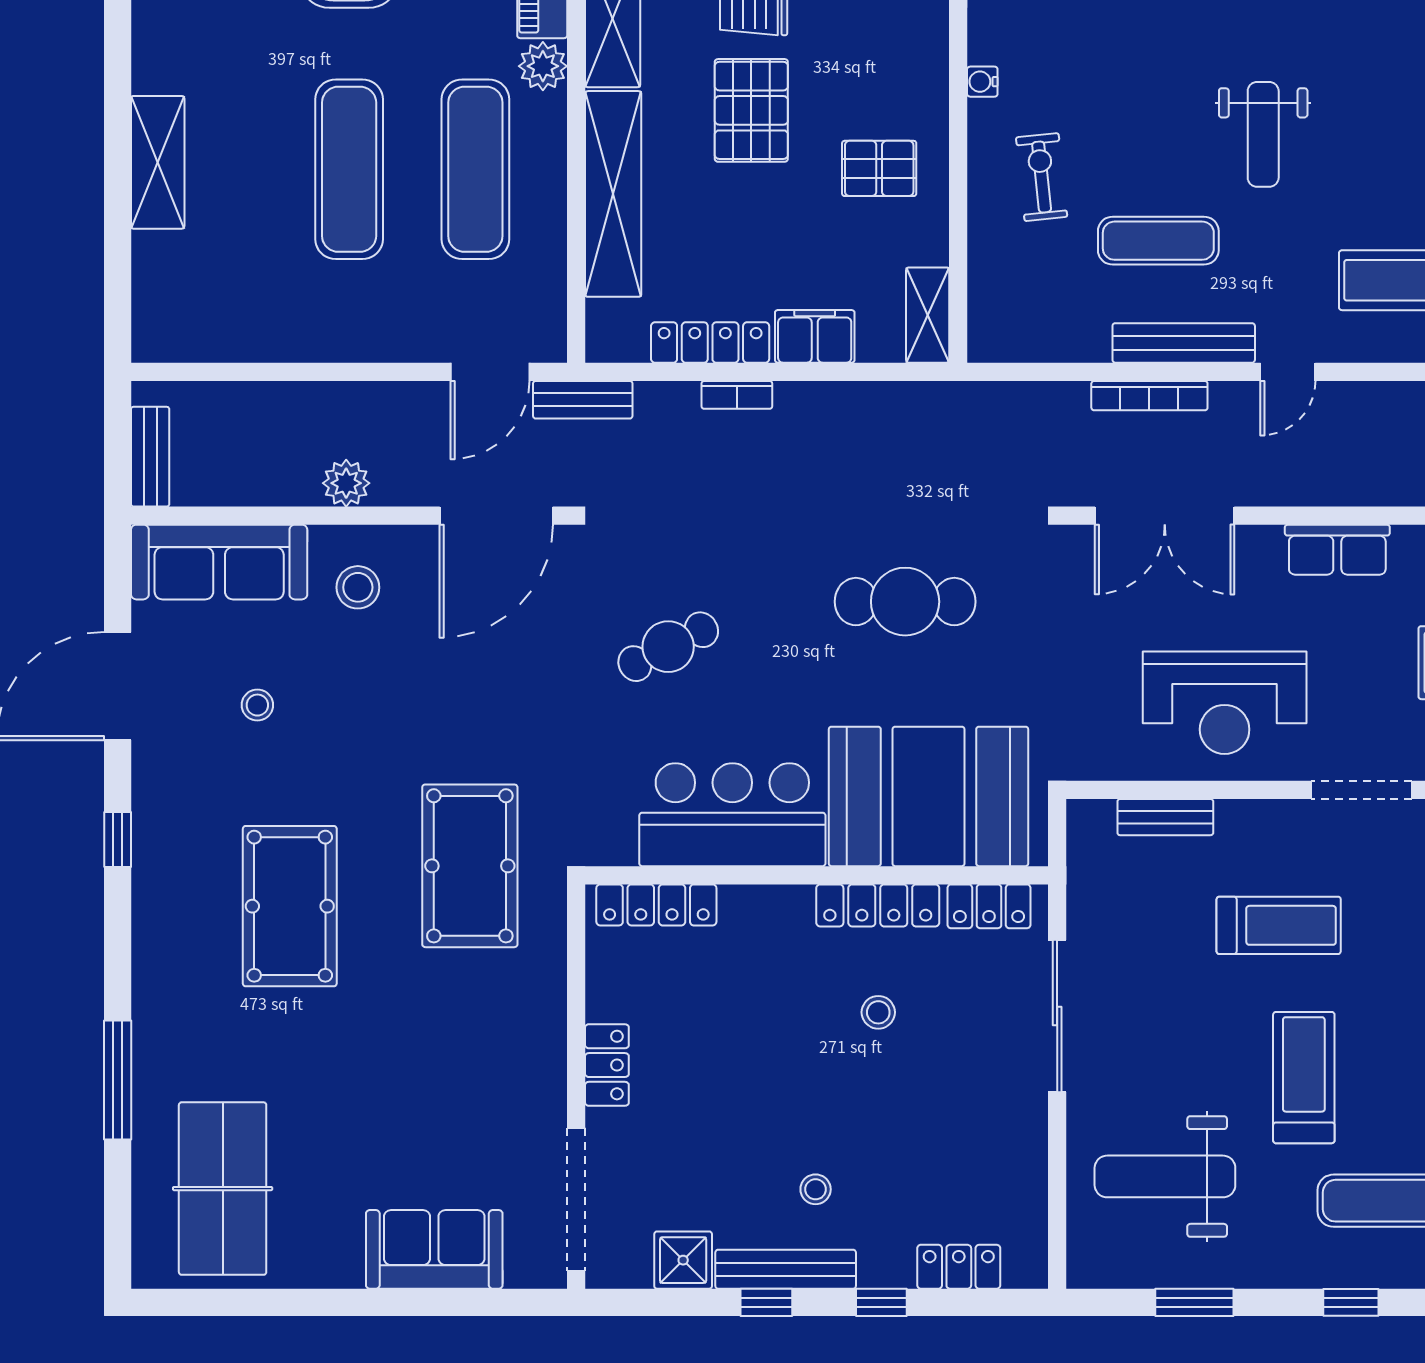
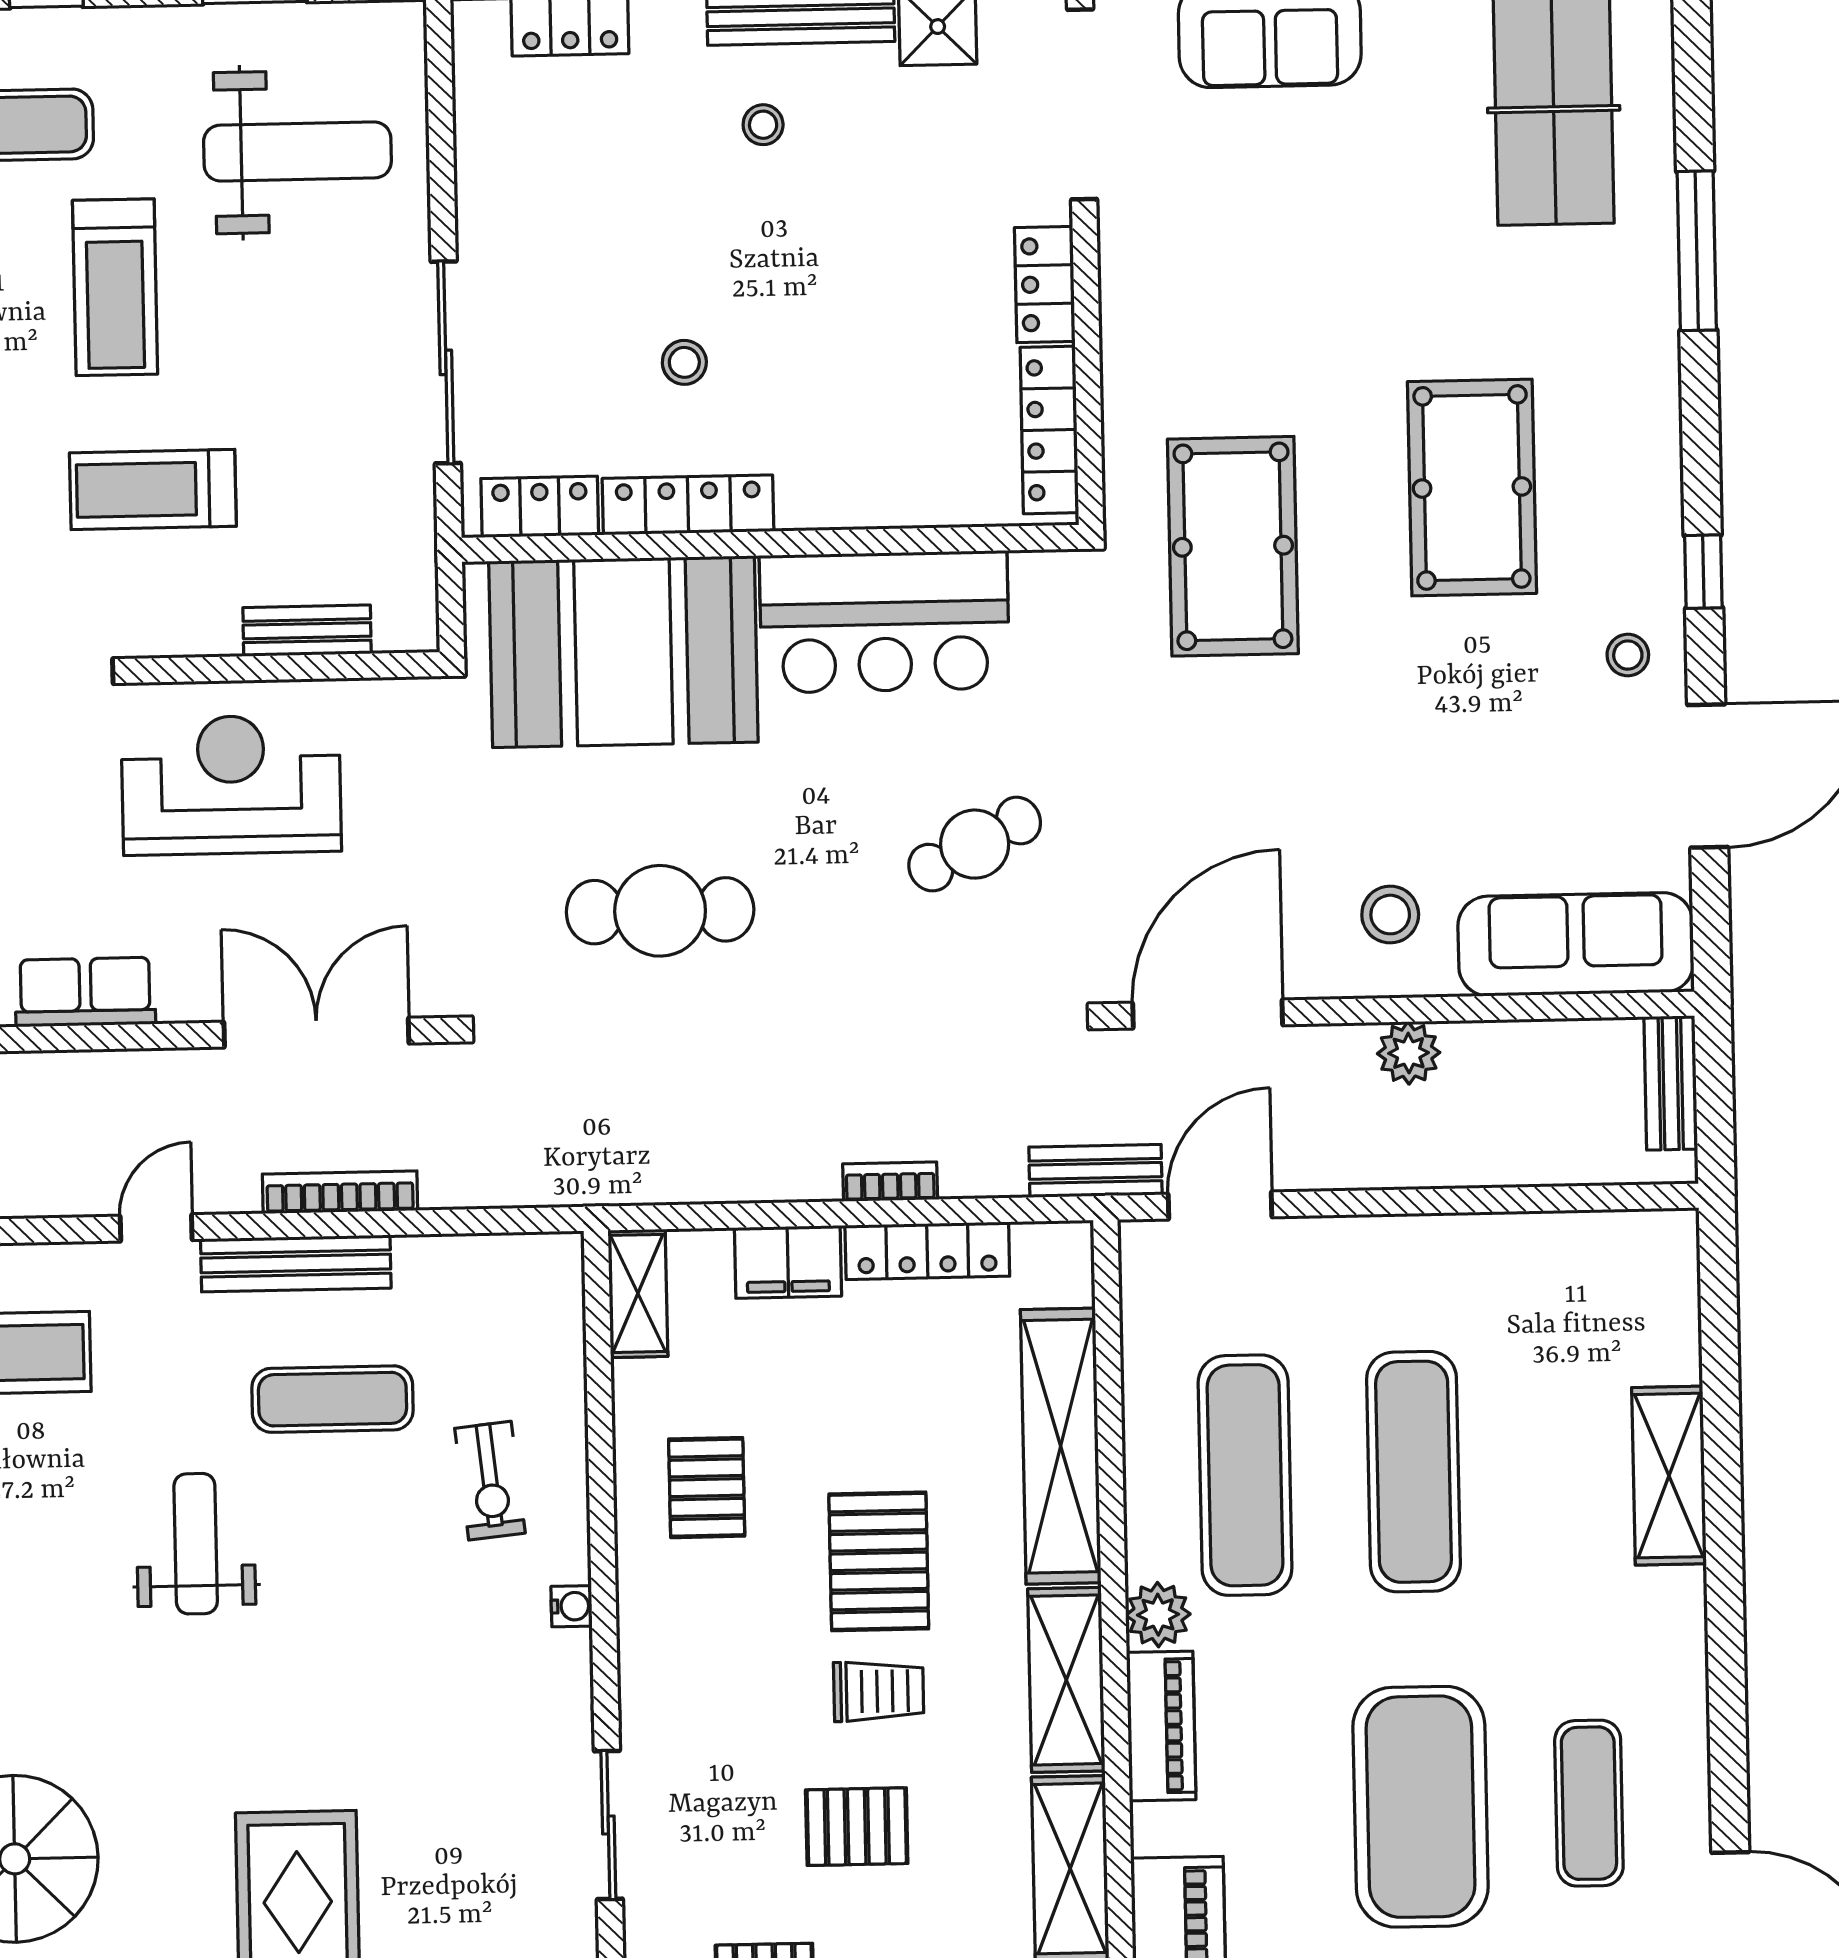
pallet: (879, 168) -> (707, 1488), turned 90
stool: (257, 705) -> (1628, 655), moved
locker: (656, 905) -> (1049, 430), moved, turned -90

